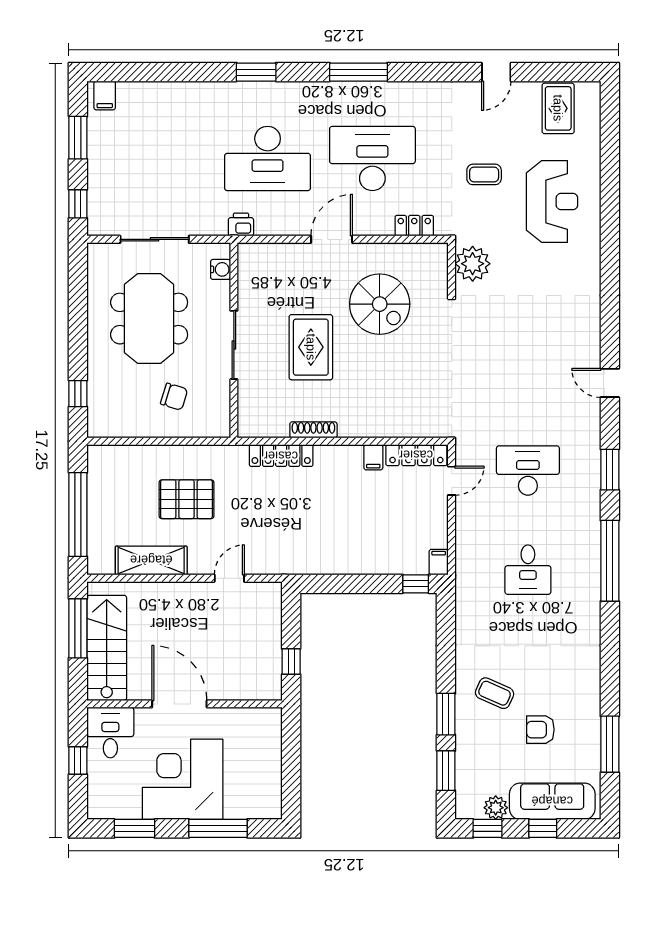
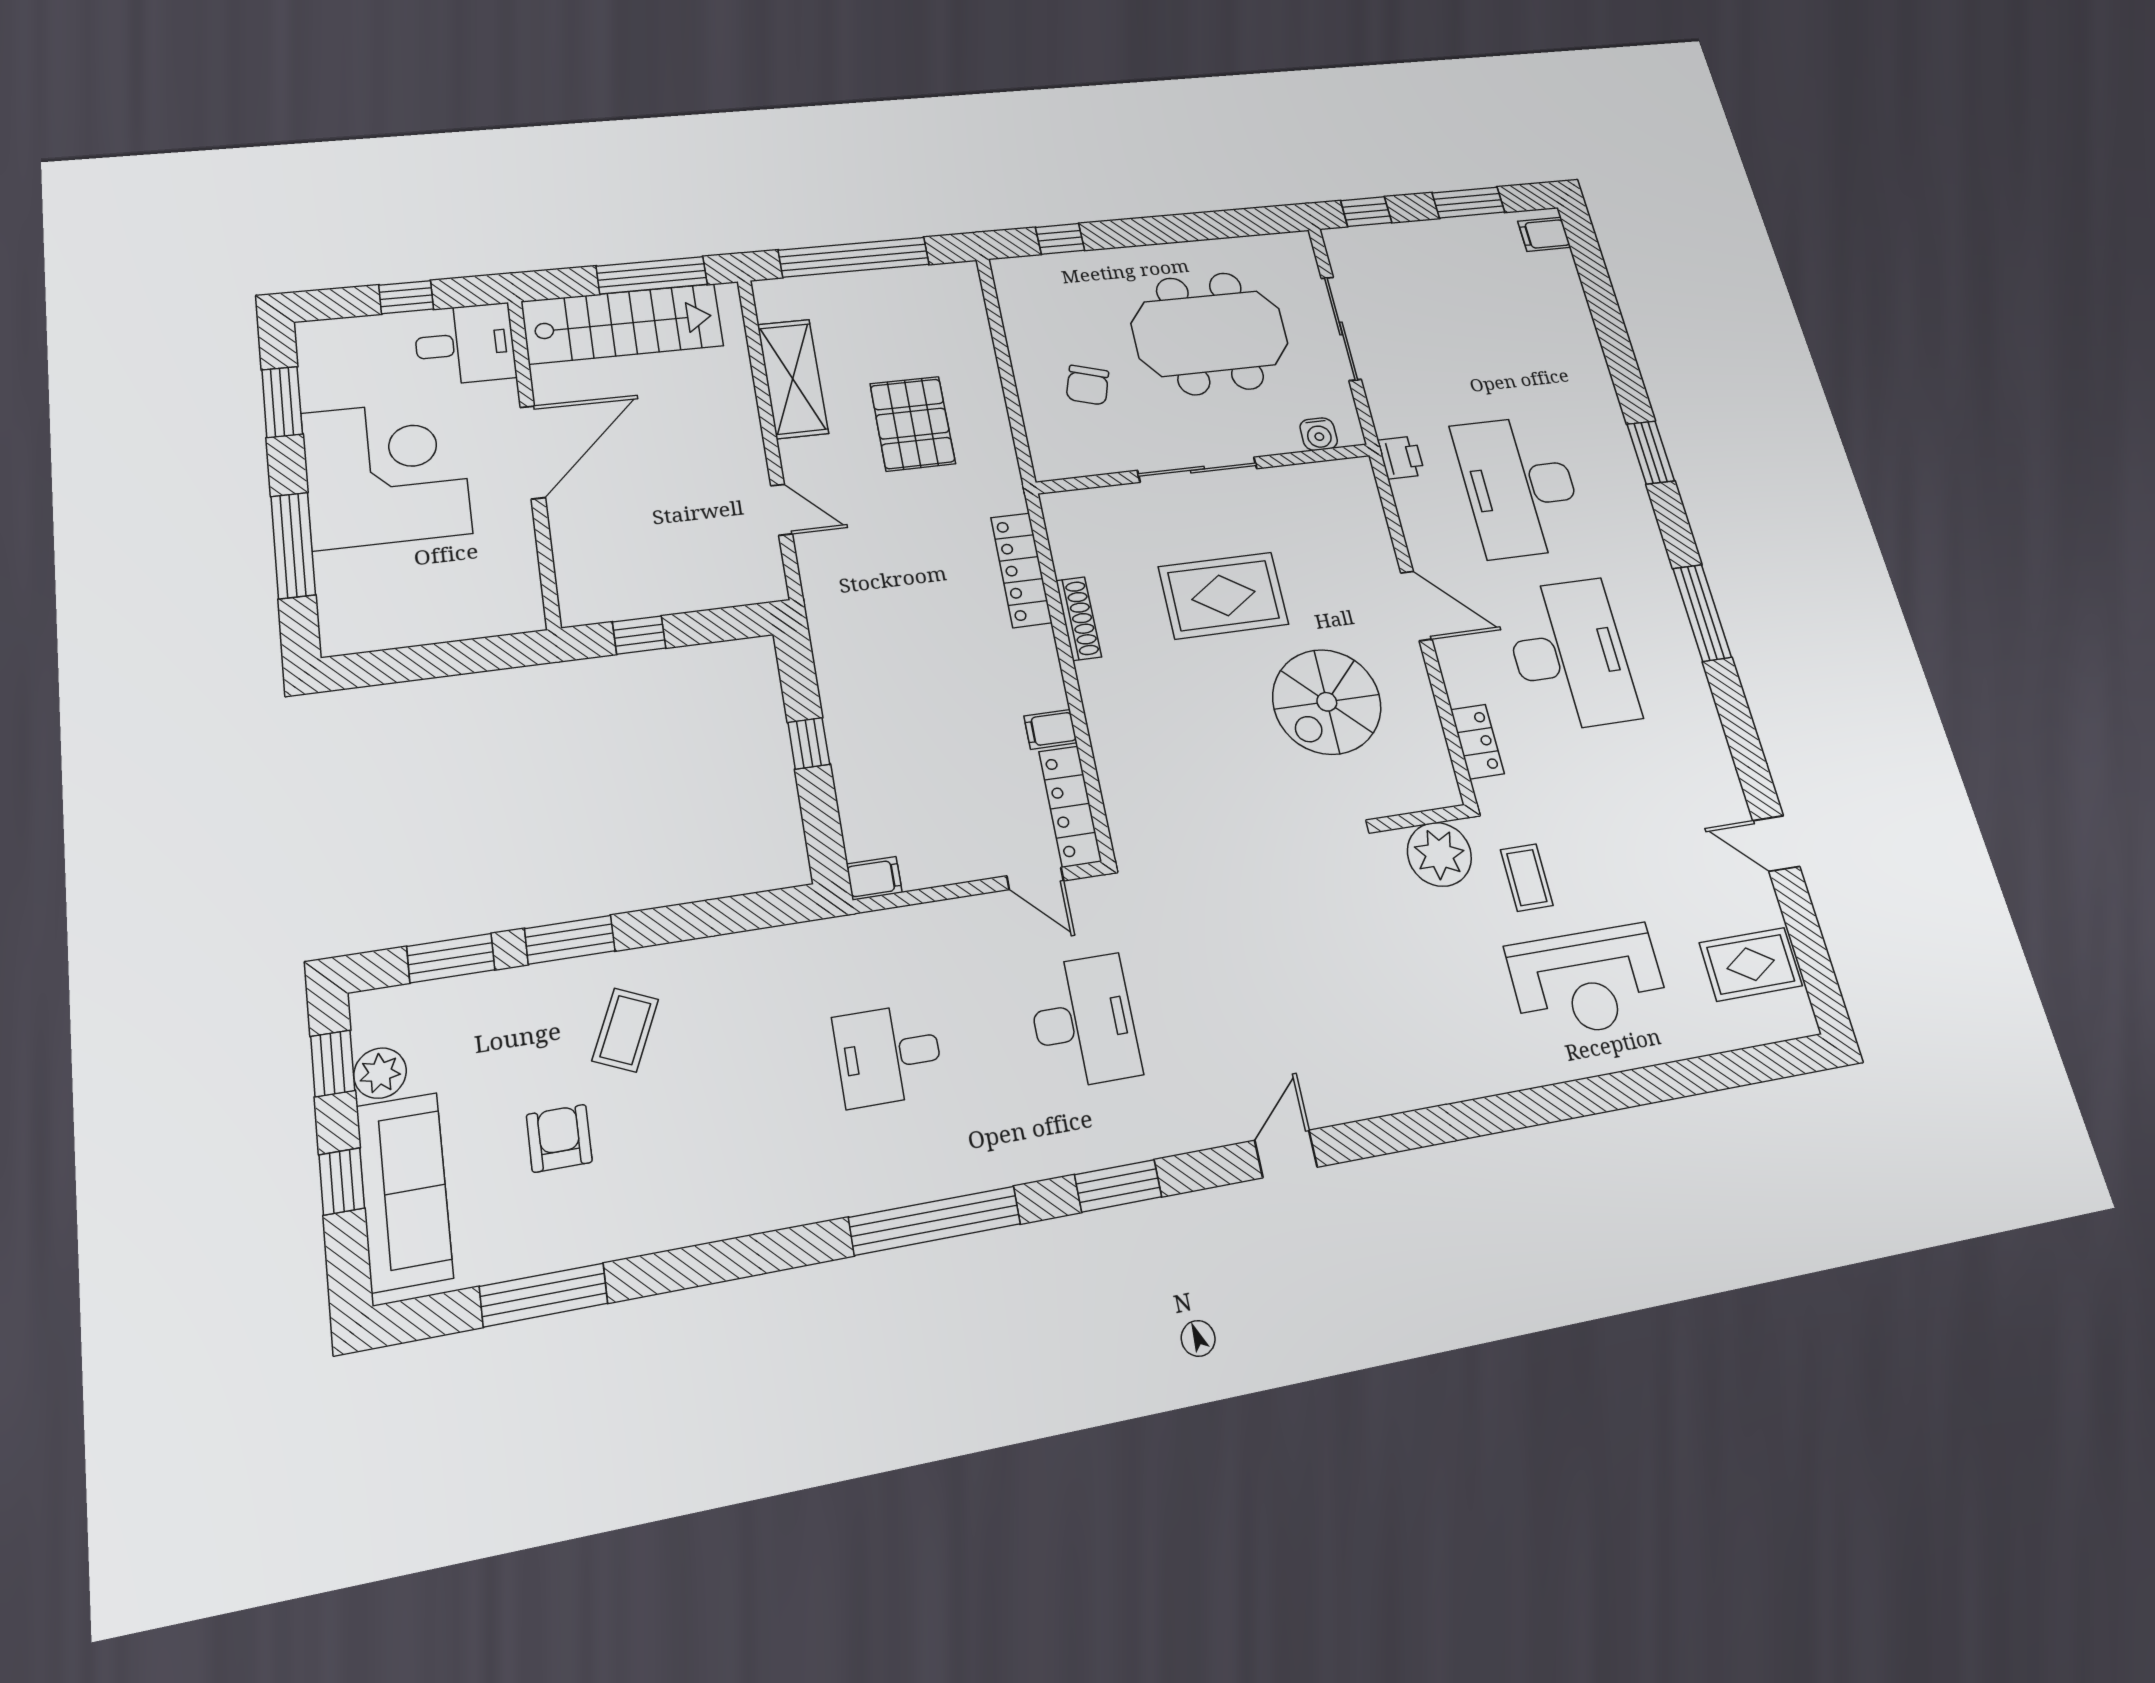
coffee table: (484, 174) -> (1527, 878), moved
window: (416, 584) -> (809, 743), moved

